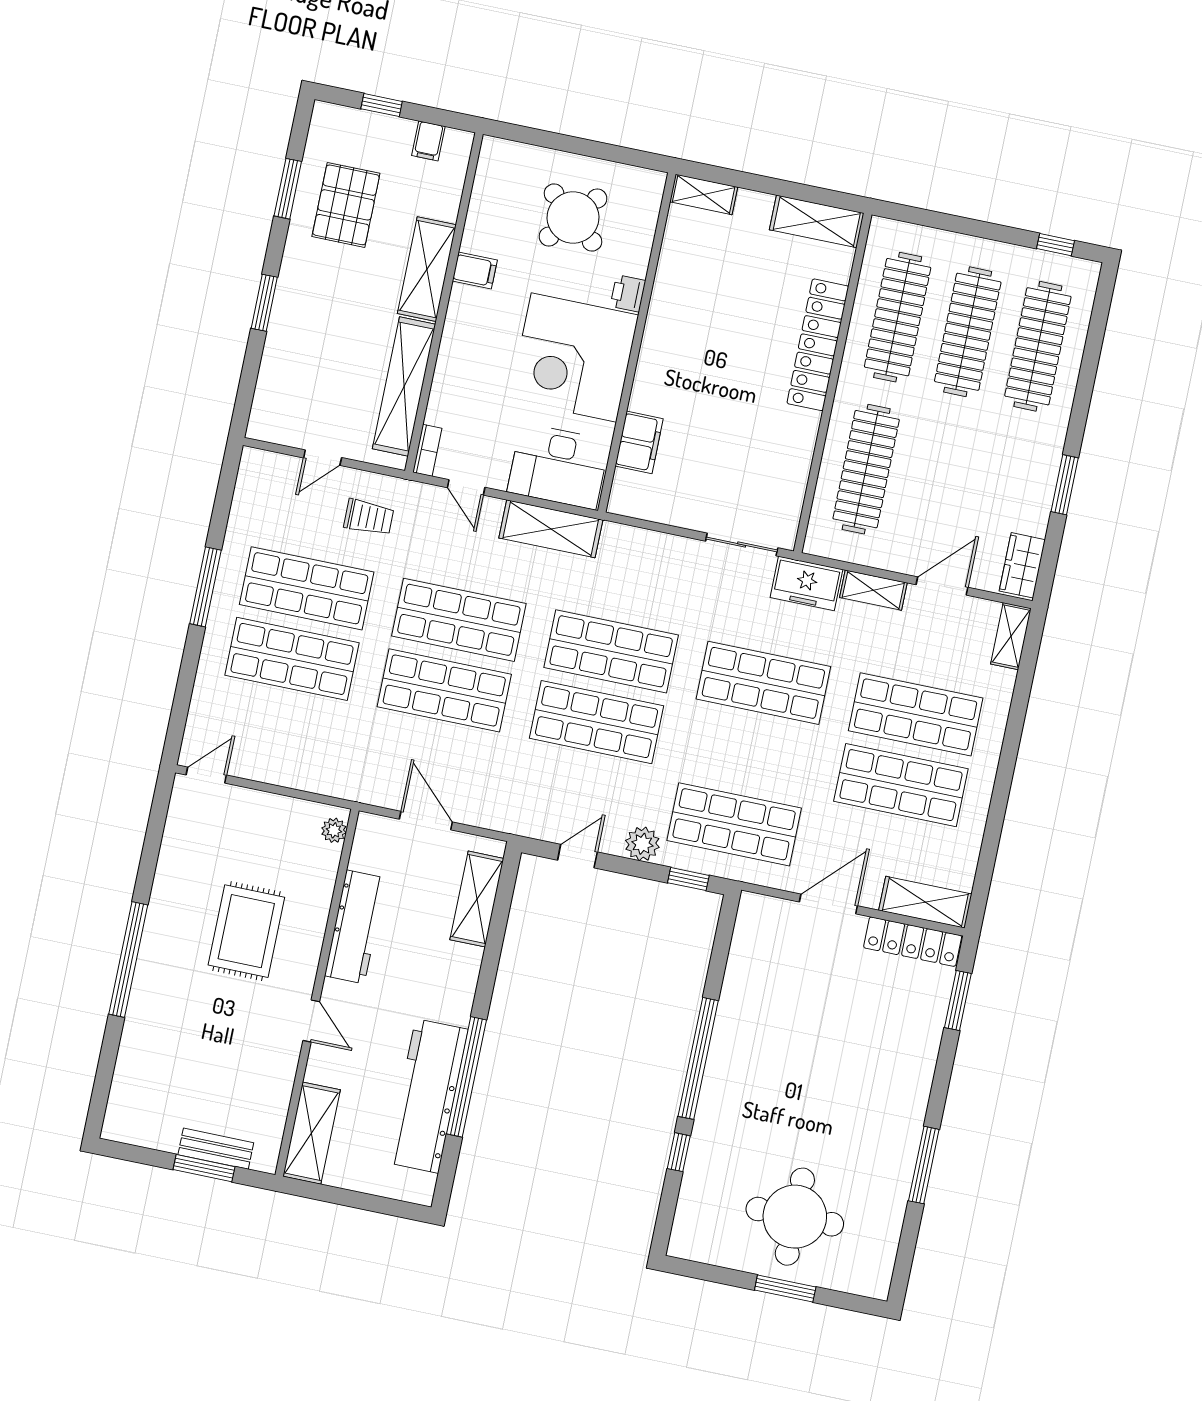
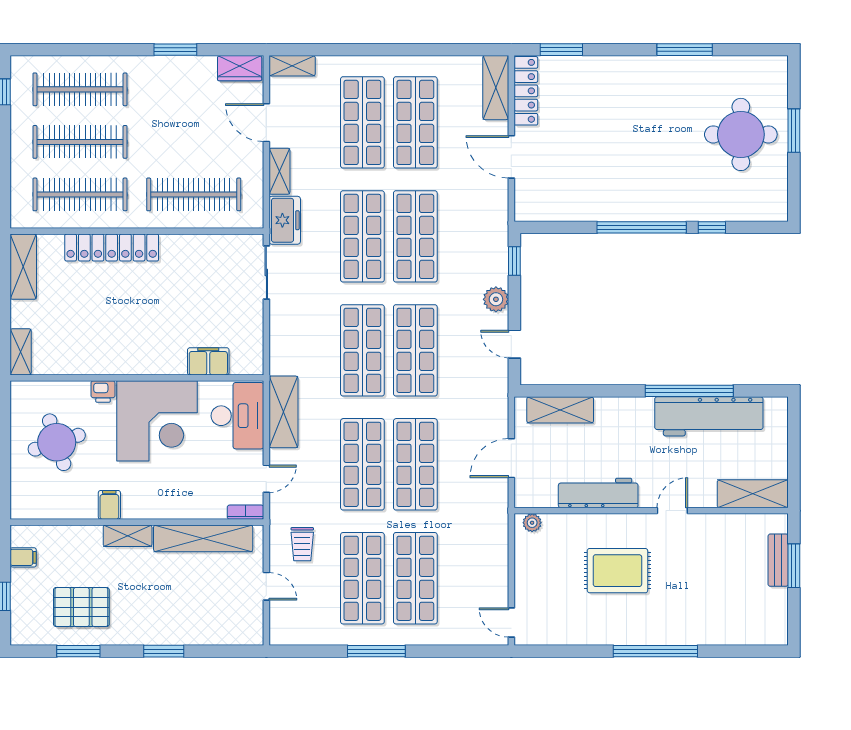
round table: (573, 218) -> (57, 442), turned 32
shelving: (427, 269) -> (128, 536), width x0.67, depth x0.75
trolley: (369, 517) -> (302, 544), turned 180
shop shelf: (734, 824) -> (415, 236), moved

